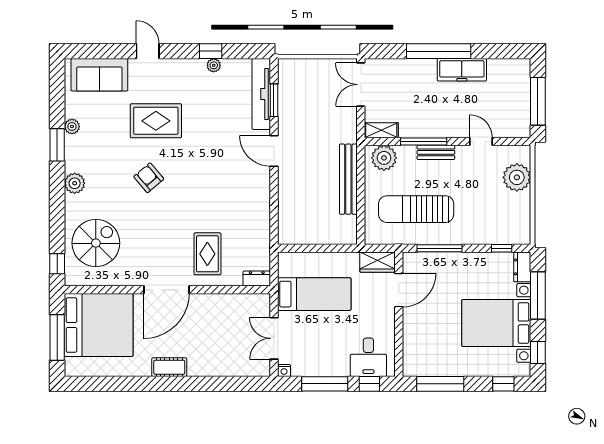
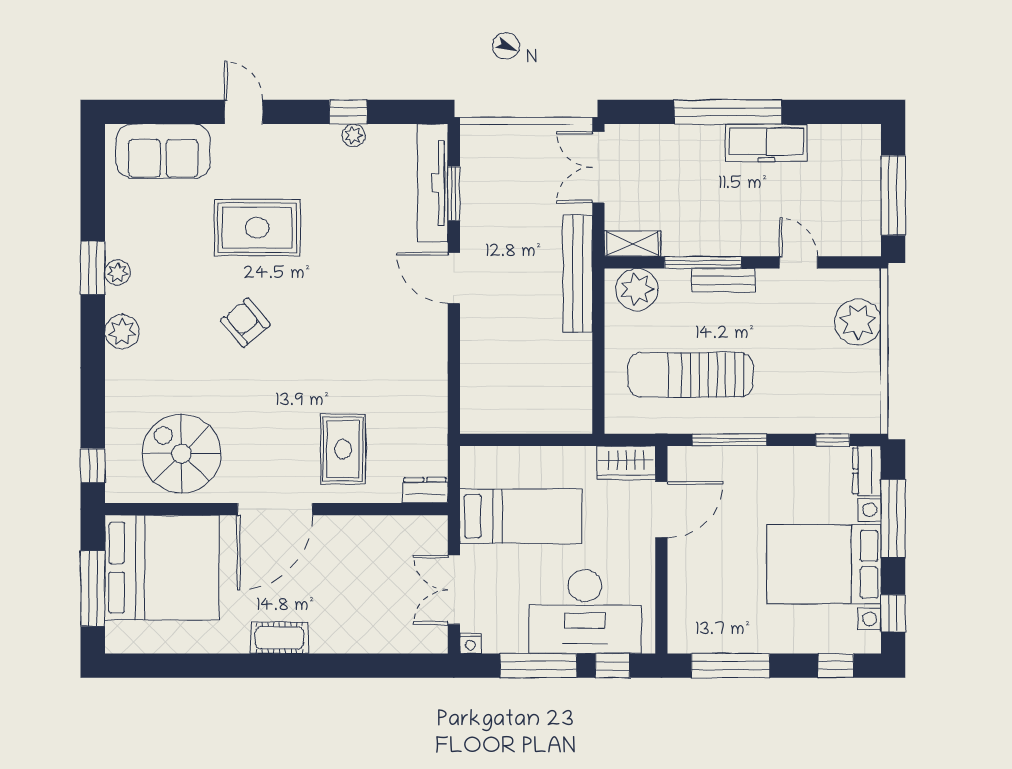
plant: (72, 126) -> (118, 272), moved
bench: (348, 179) -> (578, 274), moved
spiral stairs: (96, 243) -> (181, 454), moved, turned -90
desk: (368, 357) -> (585, 612), width x1.87, depth x1.30

